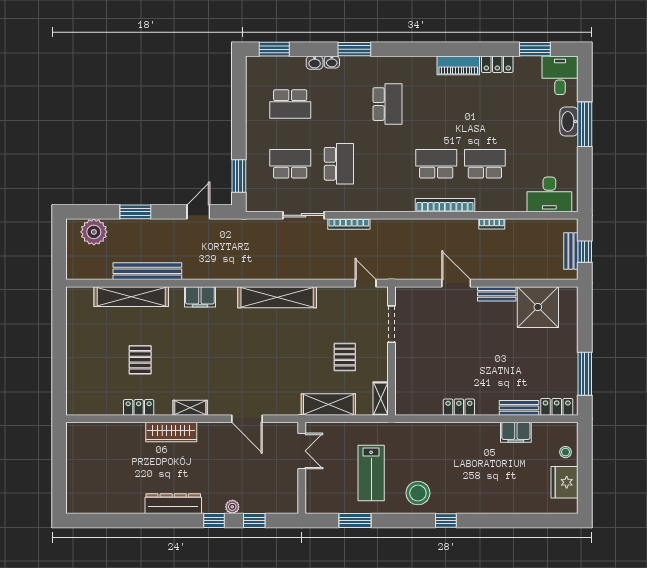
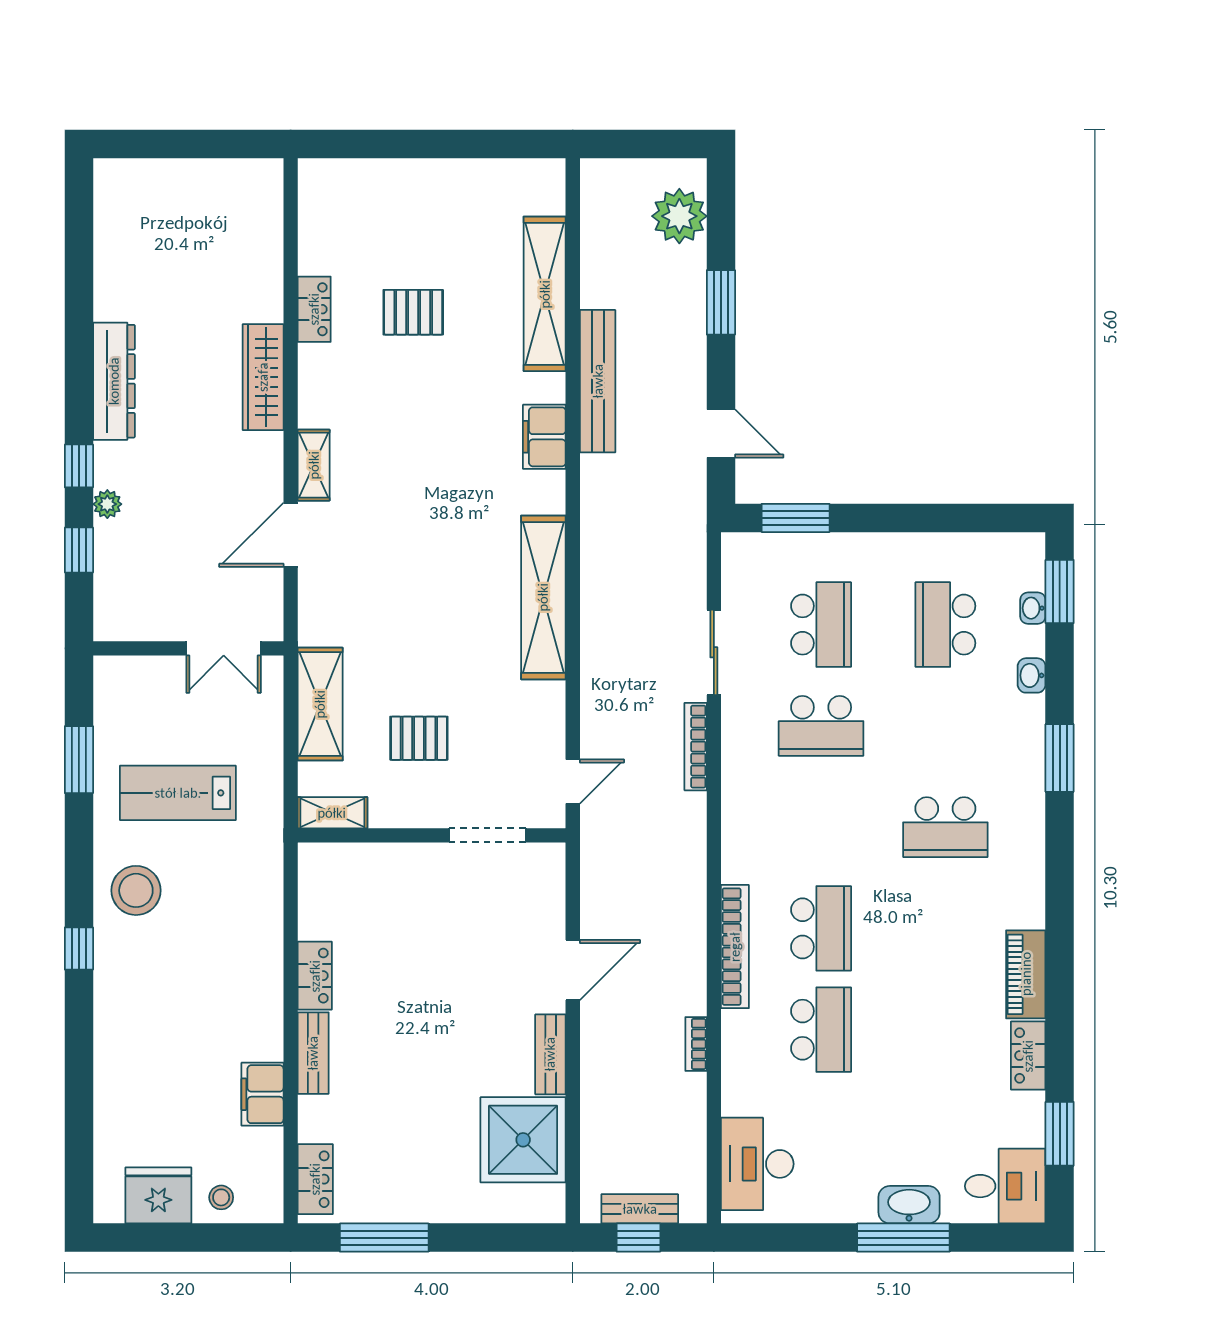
washbasin: (332, 62) -> (1033, 608), moved
bench: (147, 271) -> (598, 381), moved
shelving: (190, 408) -> (314, 465), moved
bench: (519, 408) -> (313, 1053), moved

